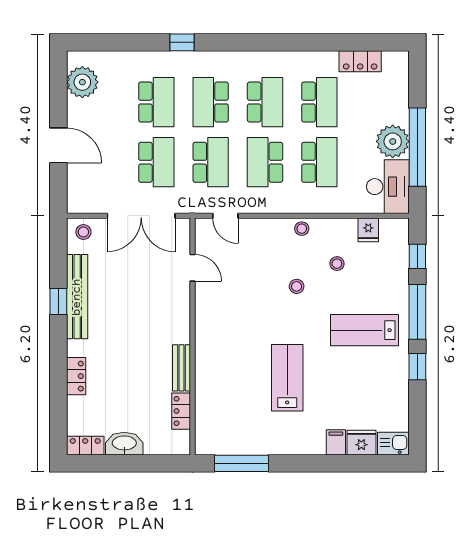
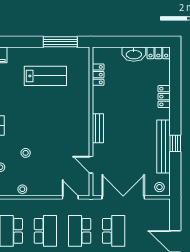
school desk: (156, 162) -> (114, 231), turned 180
bench: (182, 368) -> (98, 128), moved
lab bench: (287, 378) -> (45, 76), moved, turned -90

